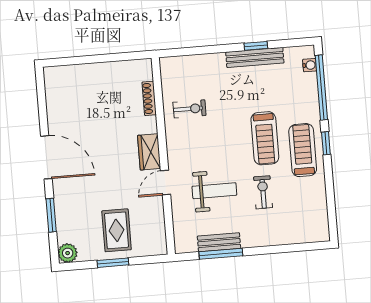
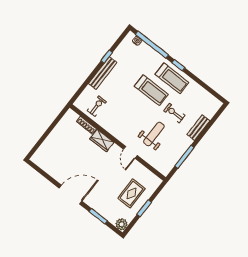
bench: (255, 57) -> (103, 73), moved
exercise bike: (189, 109) -> (97, 106), moved
treadmill: (303, 150) -> (172, 78), turned 180
wardrobe: (149, 152) -> (102, 141), moved
rug: (117, 230) -> (131, 193), turned 90
bench: (219, 242) -> (198, 128), moved

